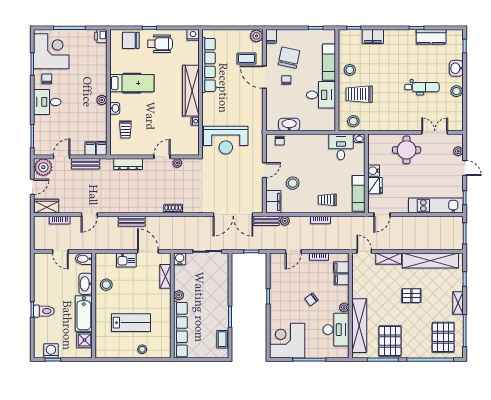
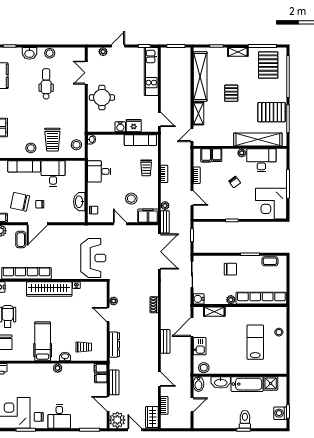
desk: (341, 147) -> (99, 171), moved
stool: (106, 285) -> (204, 368), moved
chair: (213, 295) -> (230, 269), added
pallet: (443, 337) -> (268, 65), turned 90

